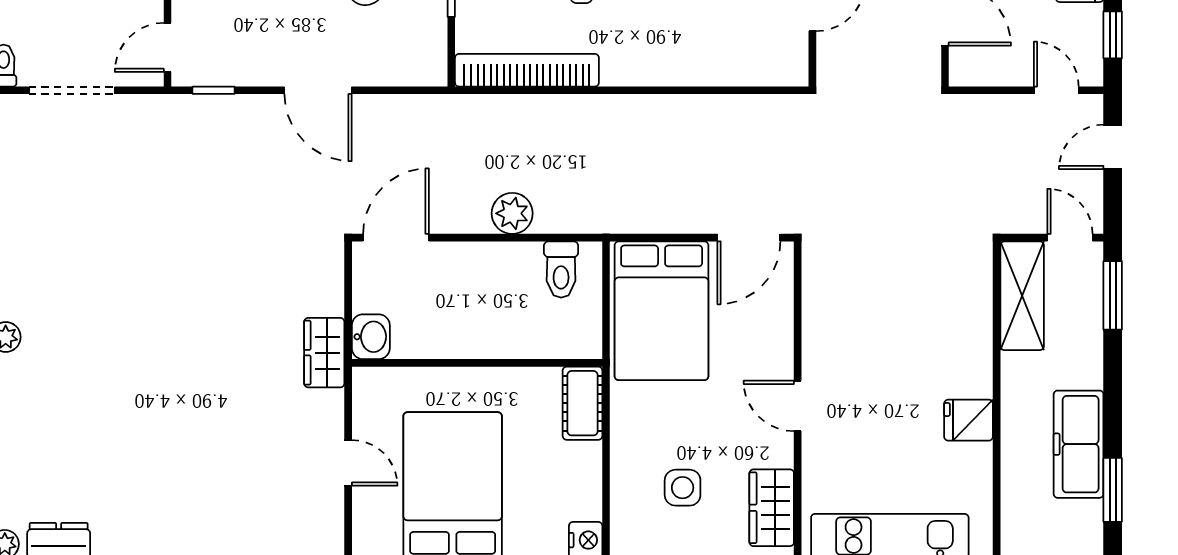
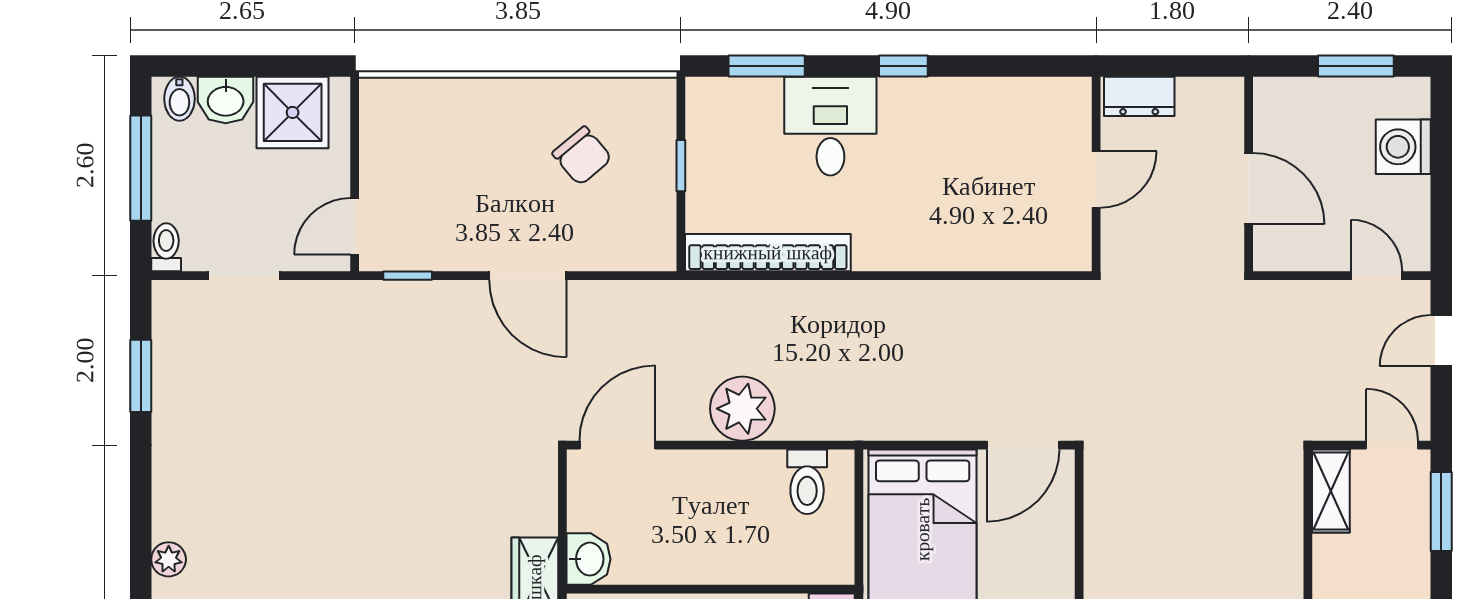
window: (1113, 35) -> (1441, 212), removed
doorway: (72, 90) -> (244, 276), width x0.73
plant: (512, 213) -> (742, 409), width x1.36, depth x1.36
shelving: (1022, 296) -> (1331, 491), width x0.67, depth x0.75

